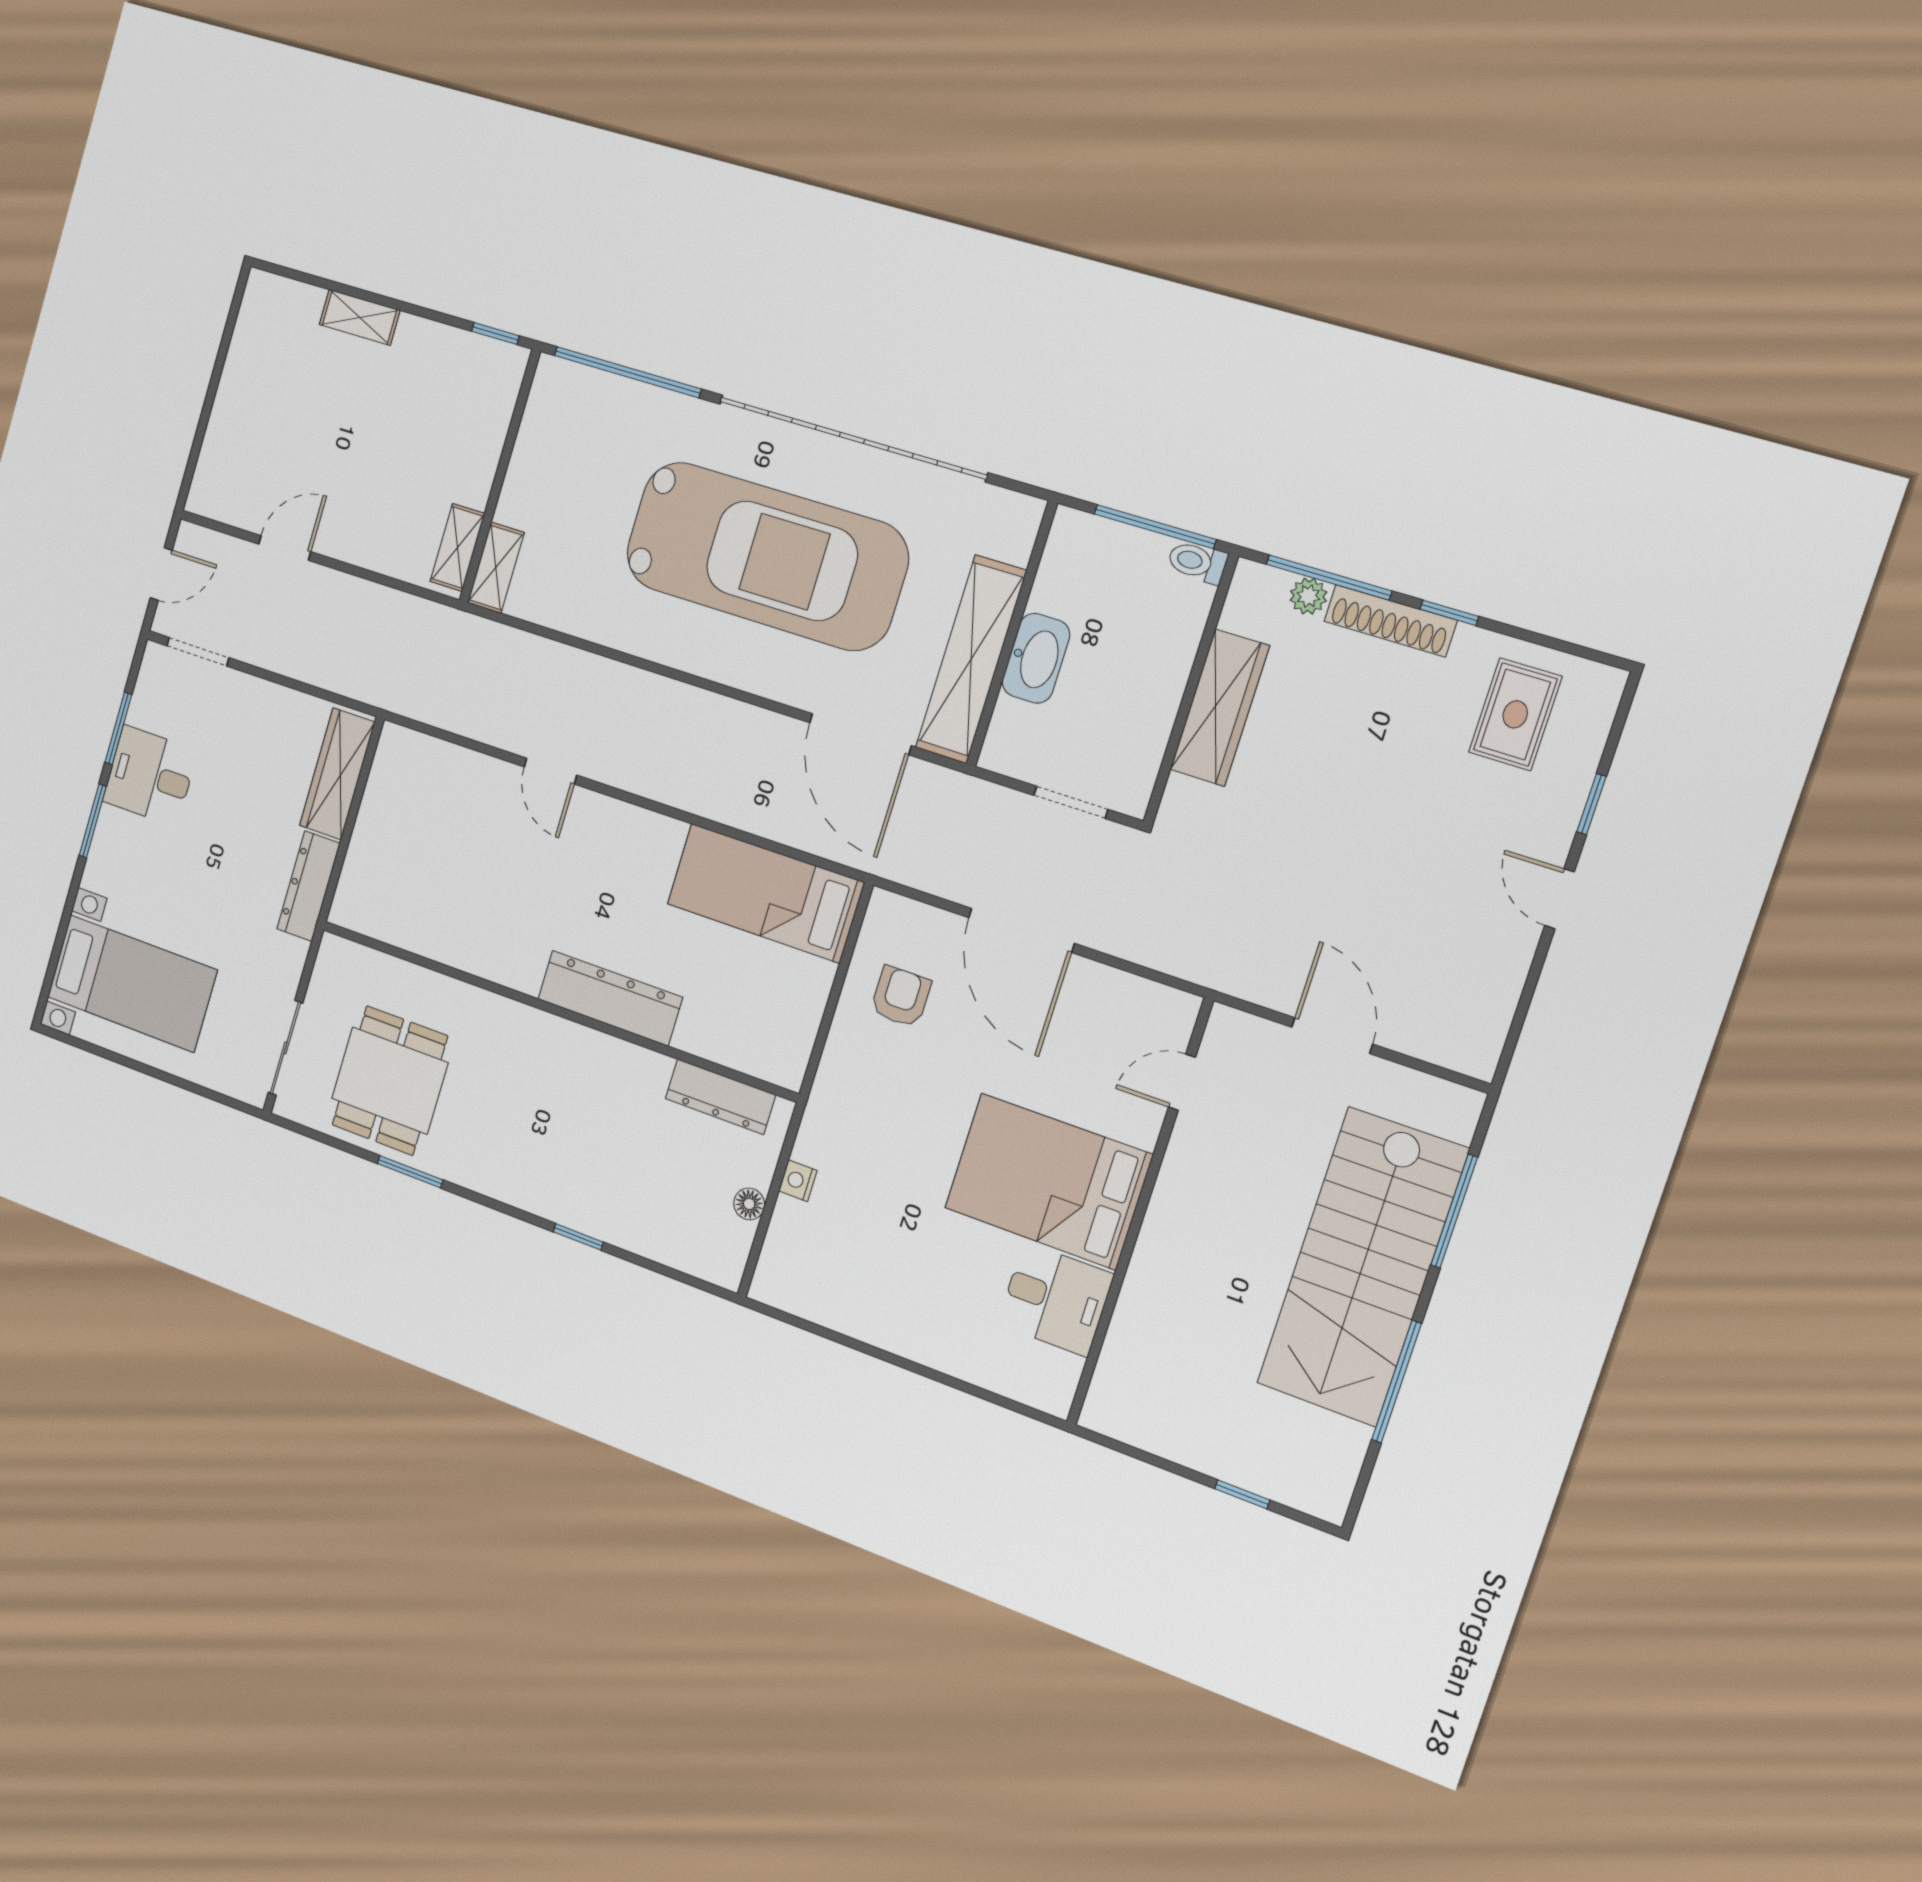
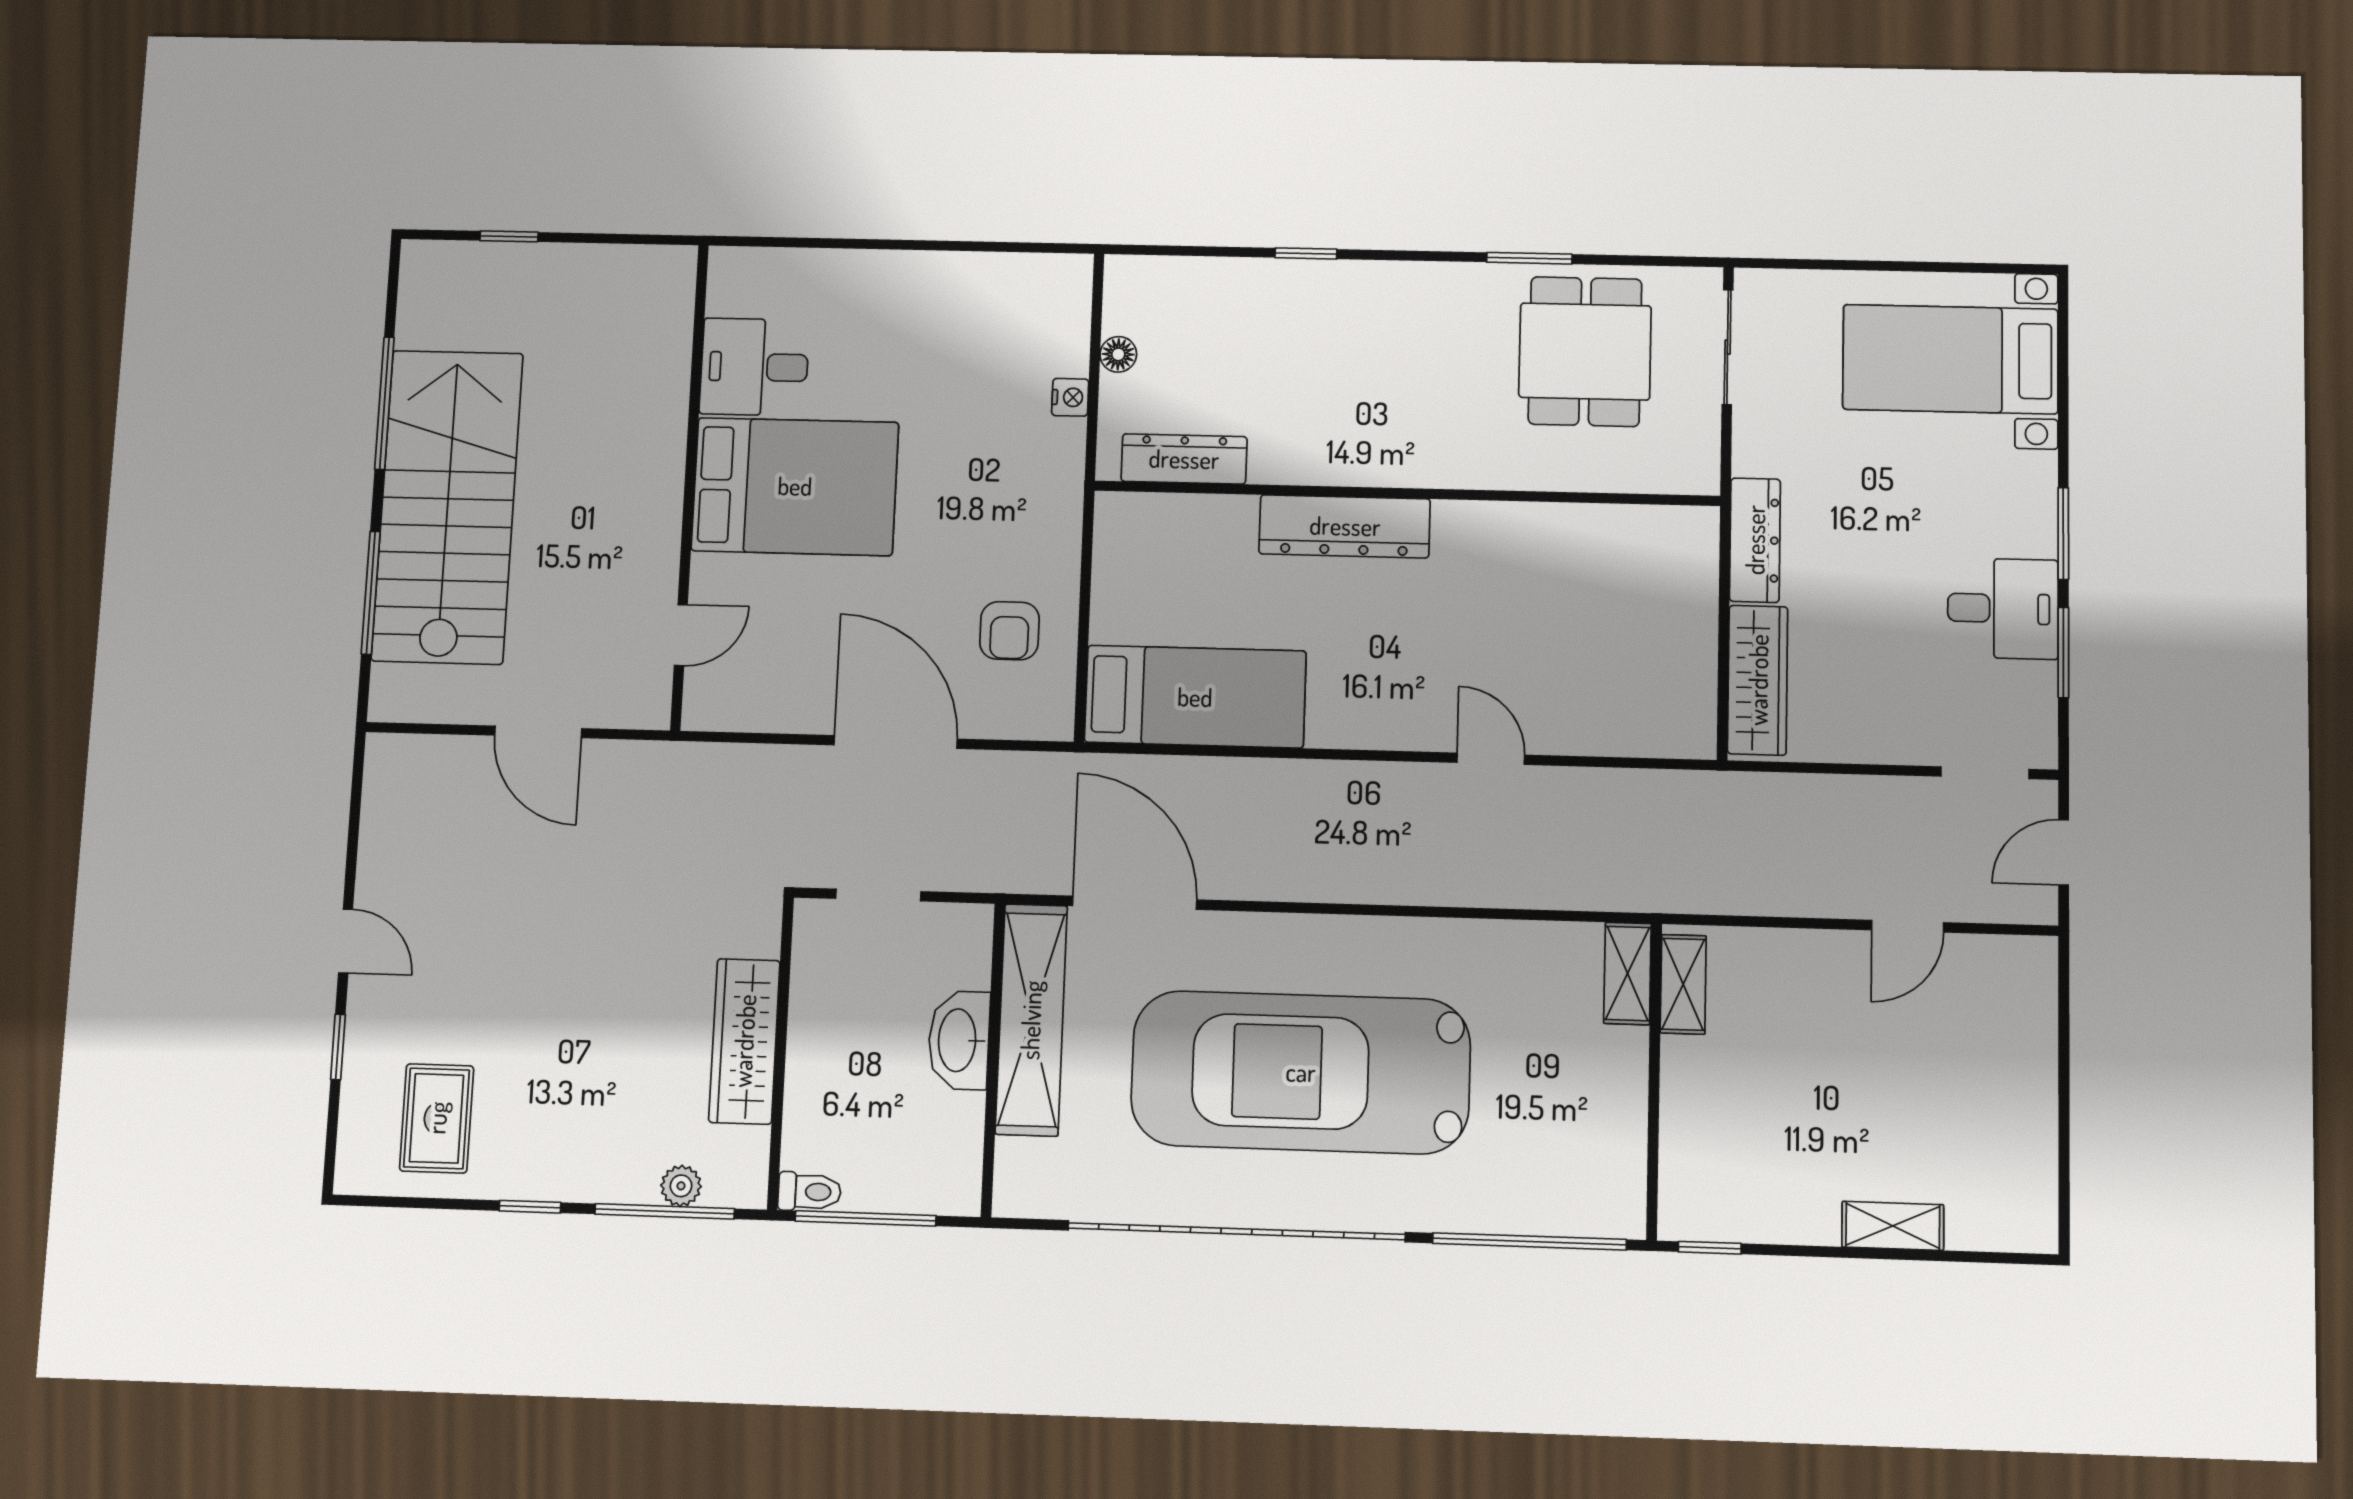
shoe rack: (1390, 621) -> (589, 1182), removed

